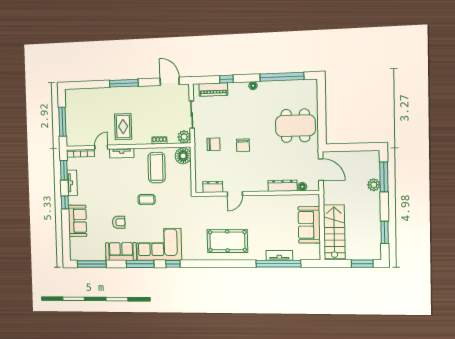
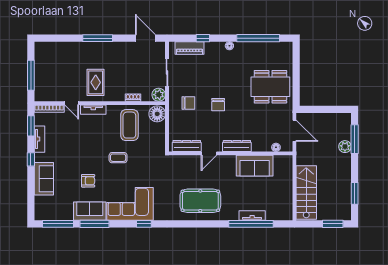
door: (101, 147) -> (72, 103), swing flipped
dresser: (283, 186) -> (237, 146), moved
dresser: (213, 187) -> (187, 146), width x1.44
sofa: (309, 225) -> (255, 166), moved, turned -90
window: (140, 264) -> (94, 224), moved

